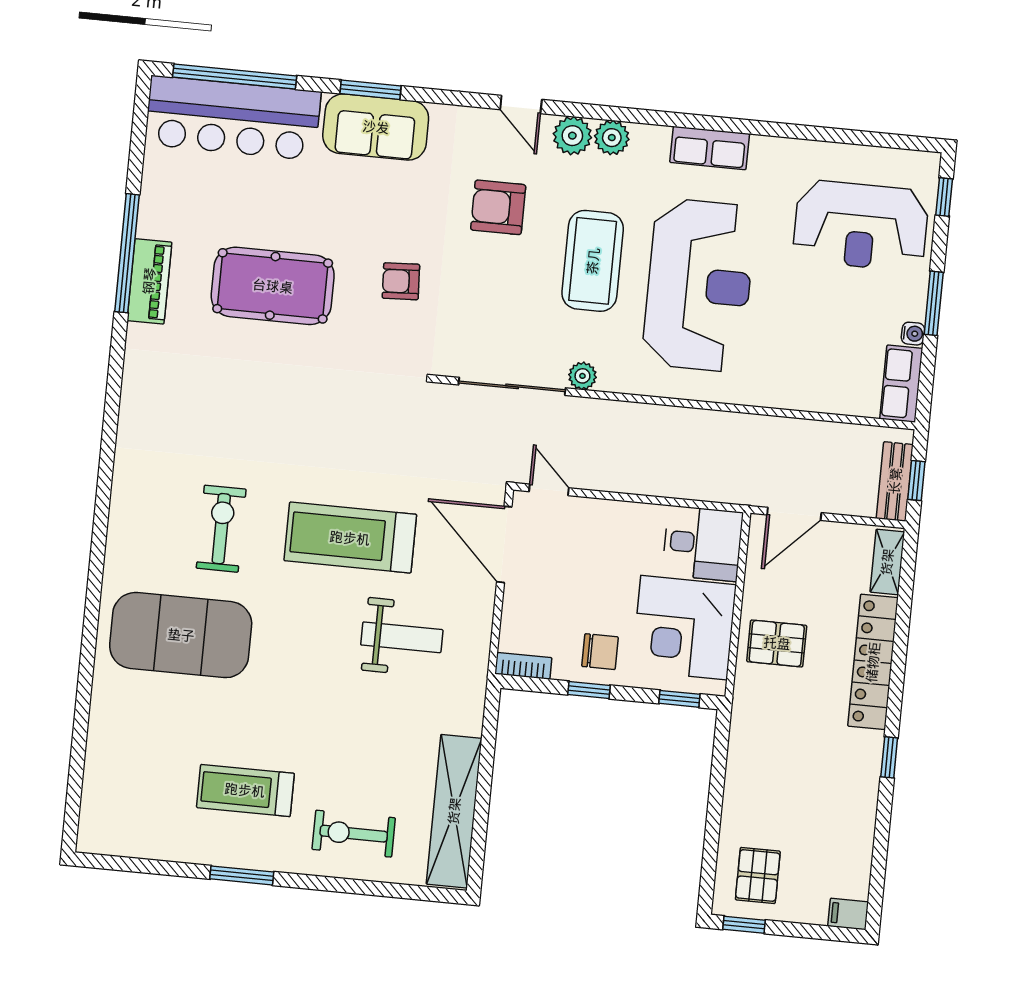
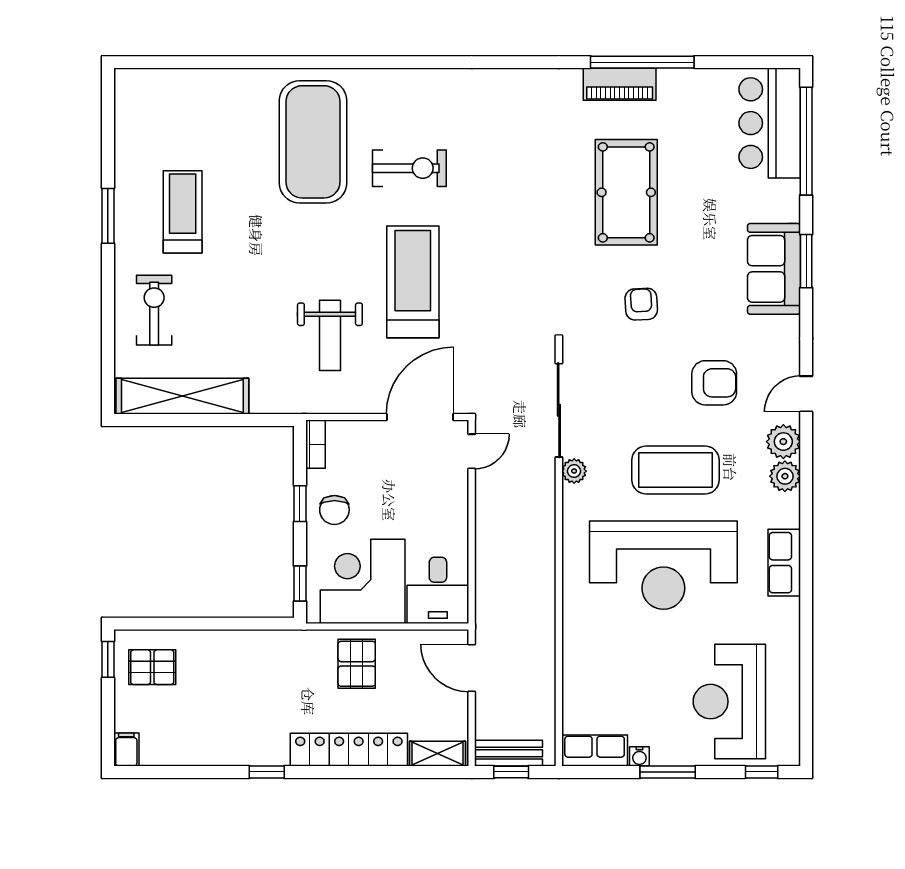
bar counter: (233, 118) -> (770, 123), width x0.73
armchair: (498, 207) -> (714, 383), turned 90

